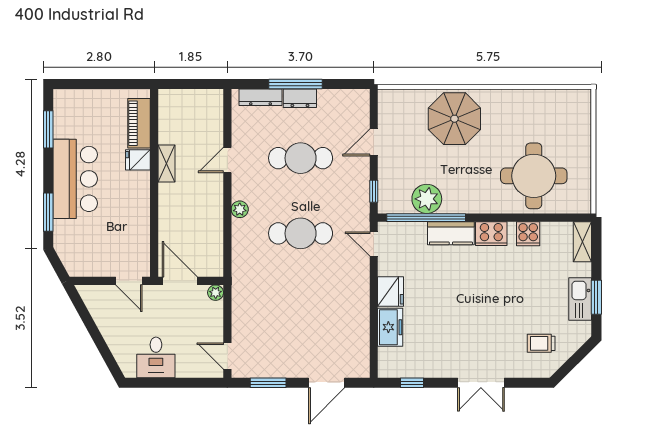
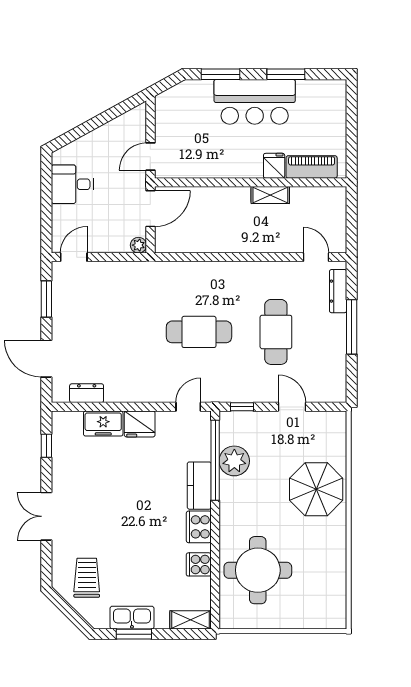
dresser: (300, 98) -> (87, 393), moved, turned 90
window: (48, 129) -> (286, 74), moved
door: (227, 160) -> (316, 257), moved
plant: (240, 209) -> (224, 270), removed
cafe table: (301, 233) -> (199, 332), turned 90
trolley: (541, 343) -> (87, 578), width x1.36, depth x1.39

